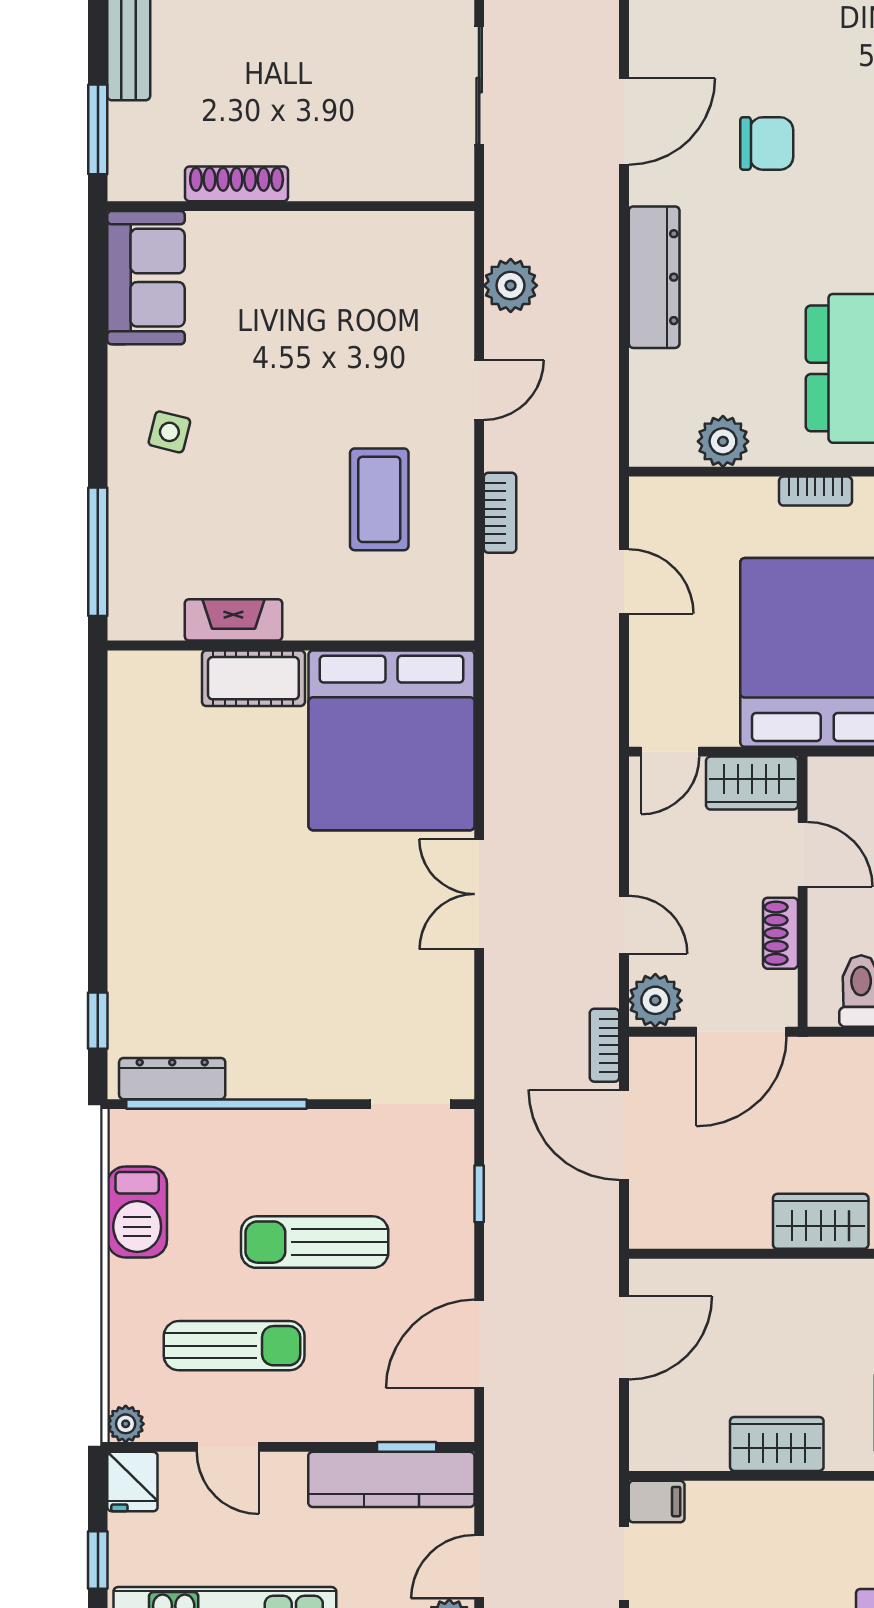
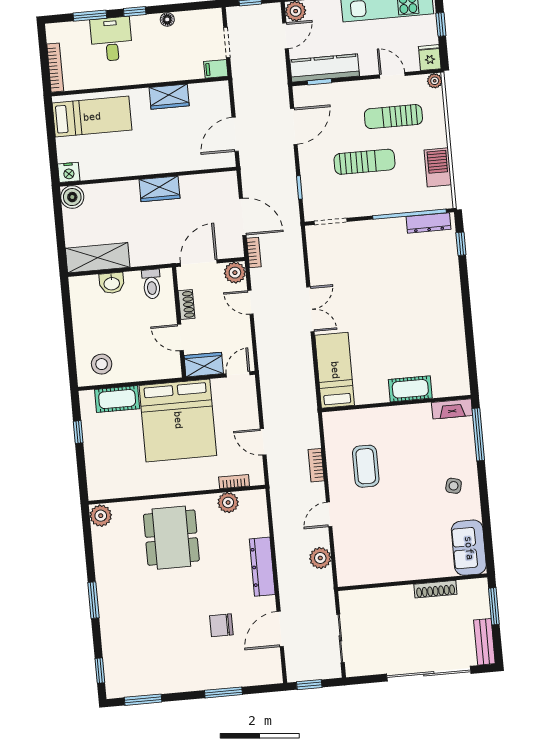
bookcase: (815, 491) -> (234, 482), moved
fireplace: (233, 620) -> (452, 409), moved
bed: (392, 740) -> (335, 370), width x0.49

